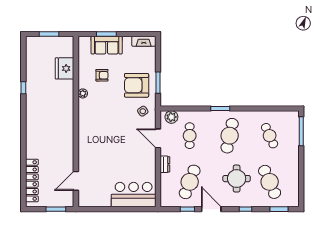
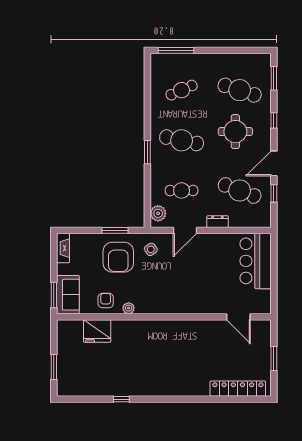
fridge: (65, 68) -> (97, 331), moved
plant: (83, 93) -> (129, 308), moved
wall: (76, 122) -> (164, 317), moved
door: (76, 181) -> (238, 317), moved
cafe table: (270, 182) -> (240, 90), turned 42

